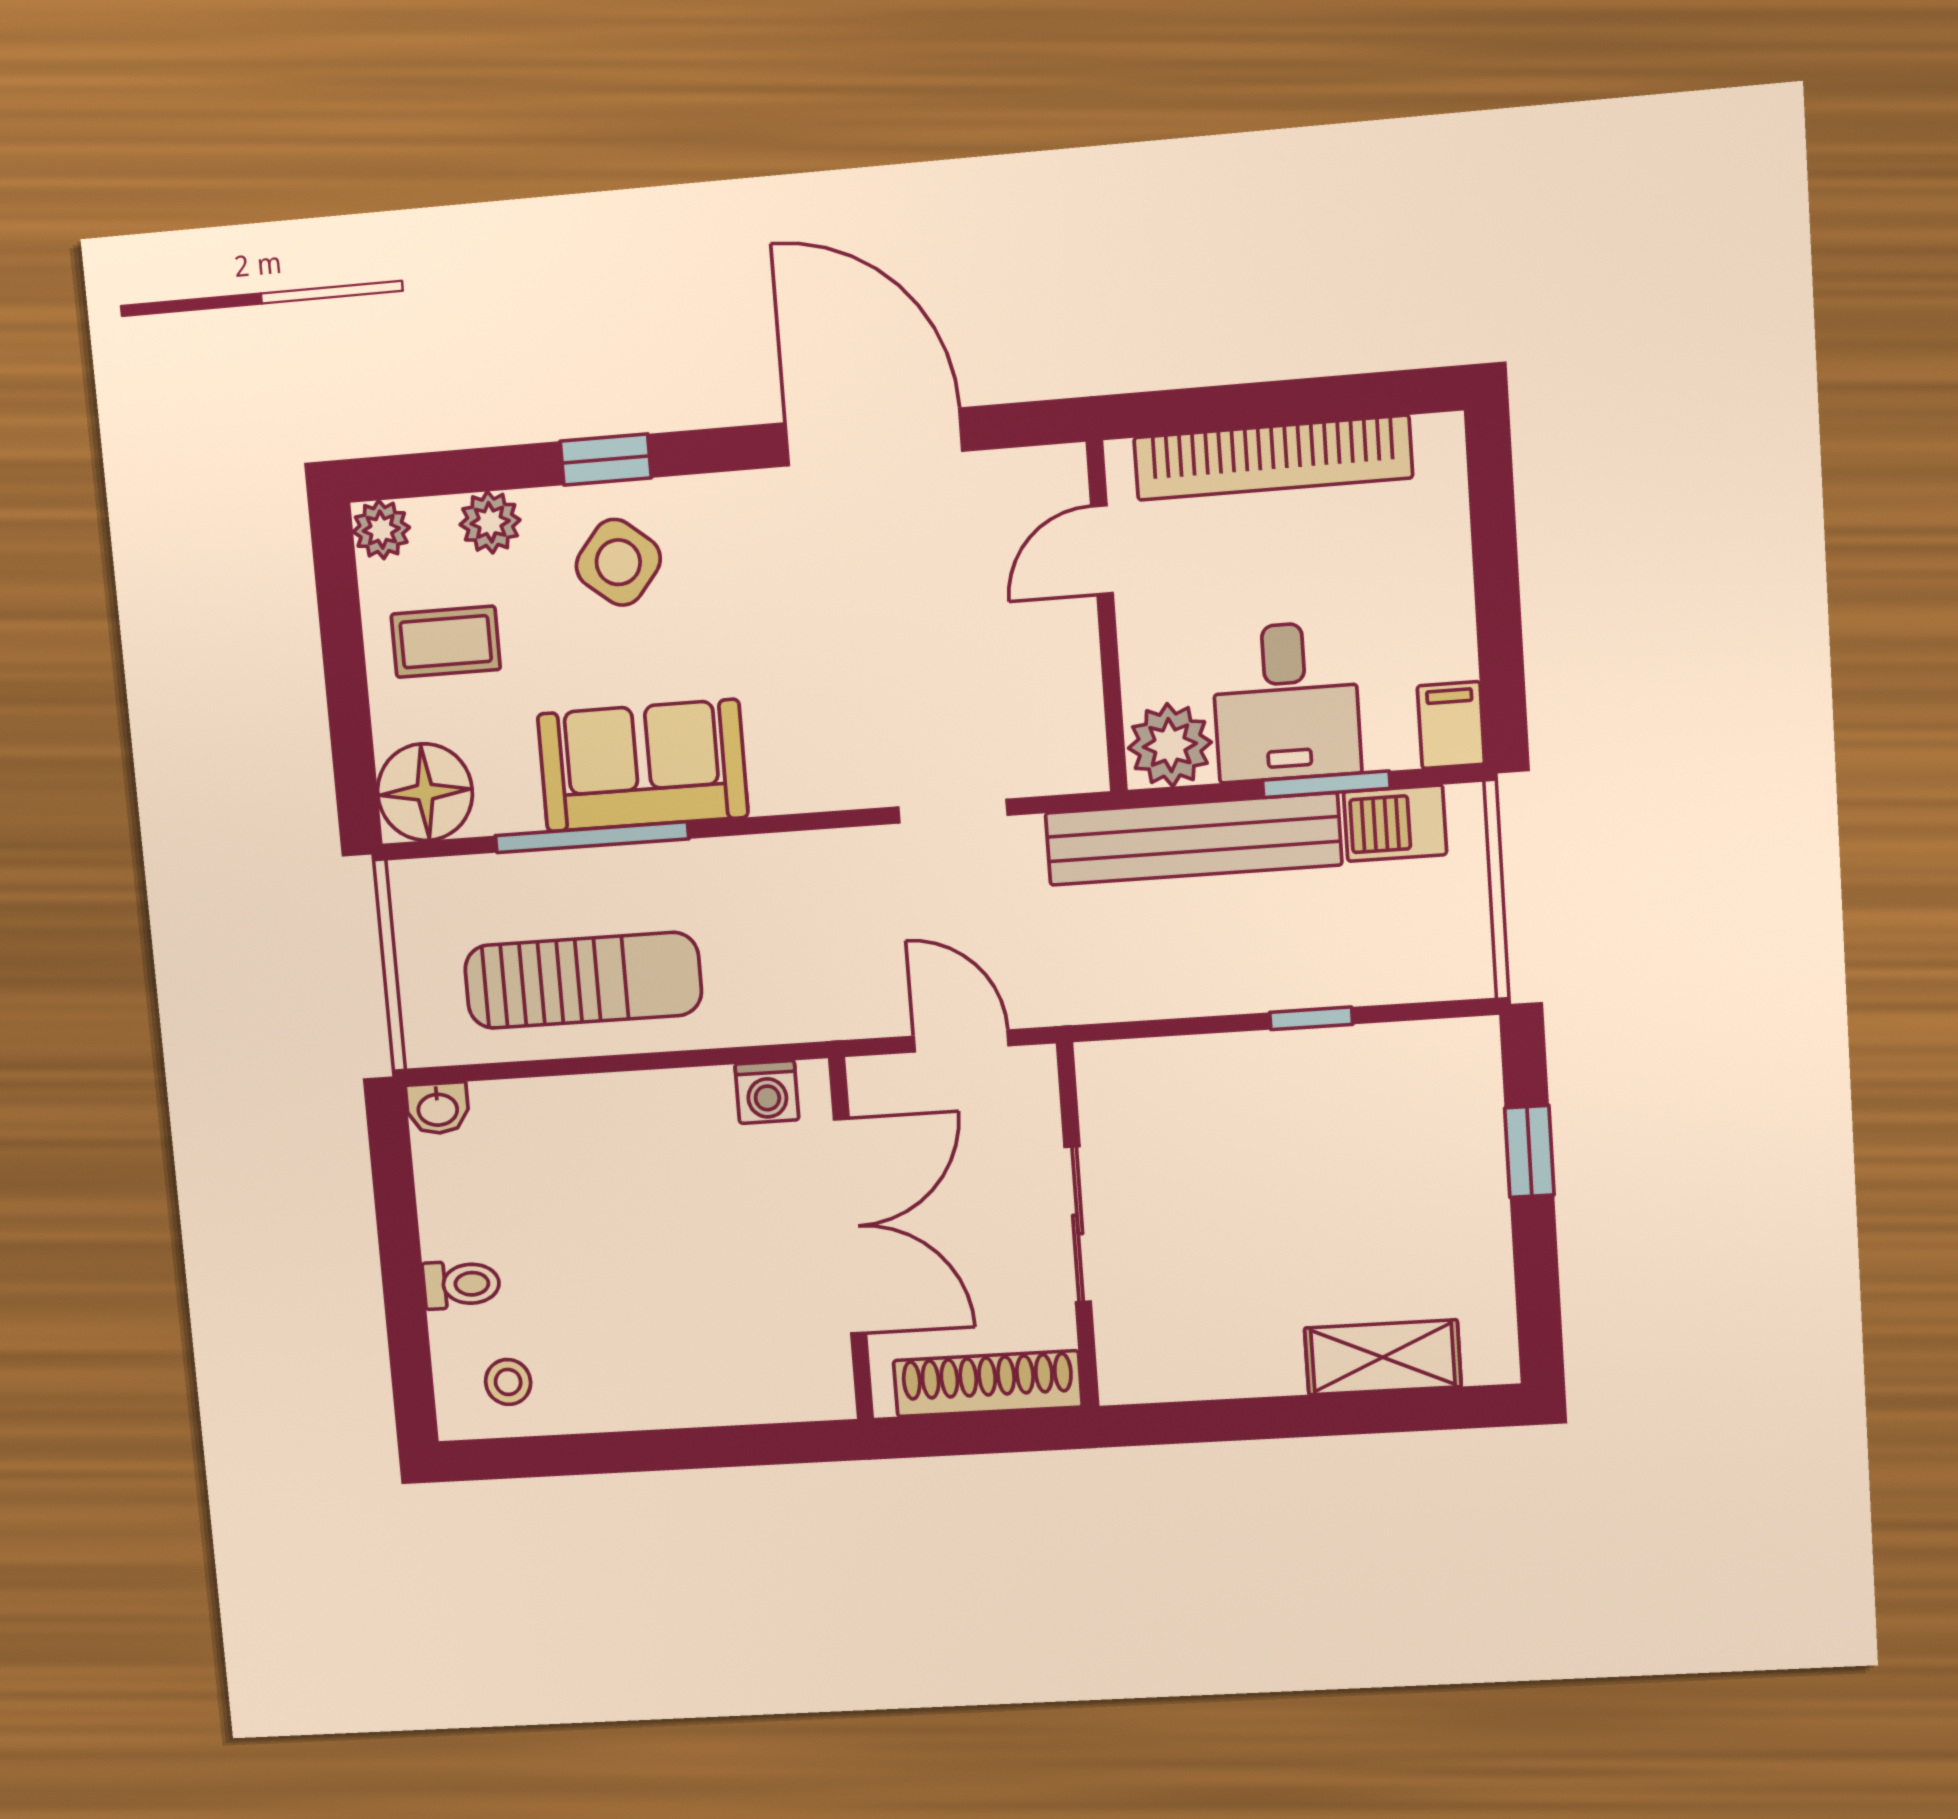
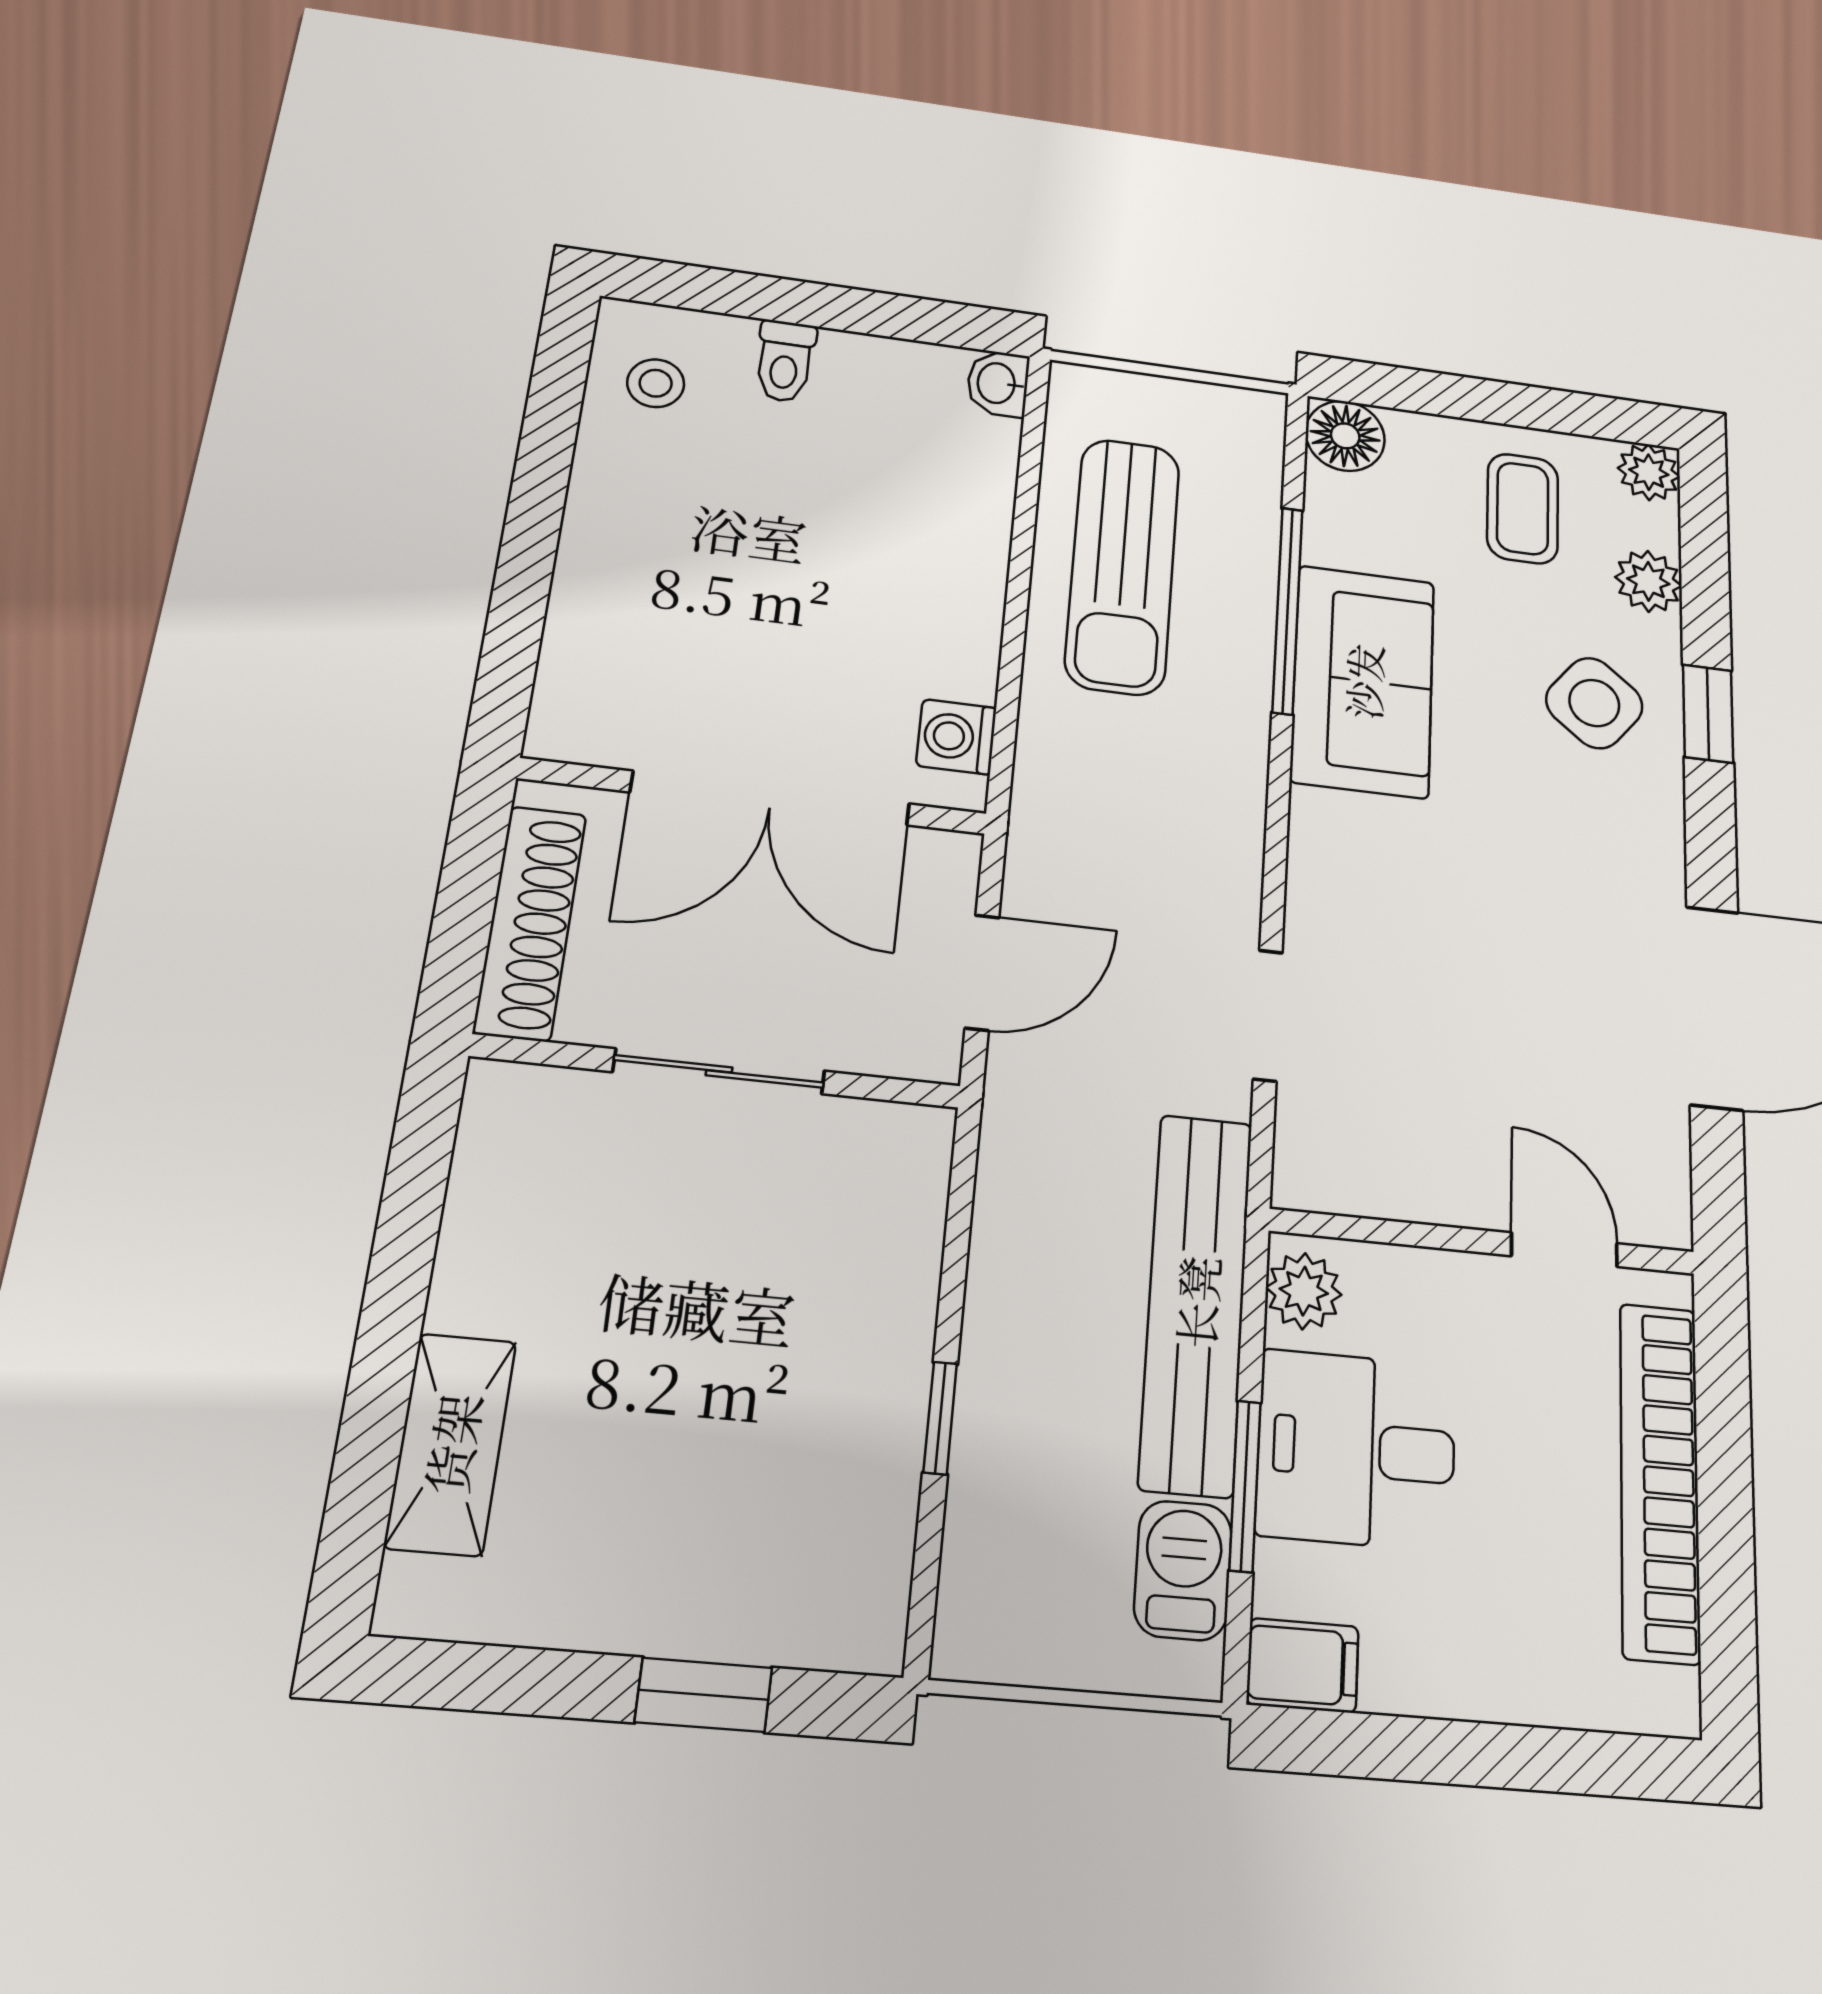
plant: (1170, 745) -> (1304, 1291), width x0.73, depth x0.73
floor lamp: (425, 792) -> (1345, 436), width x0.73, depth x0.73

